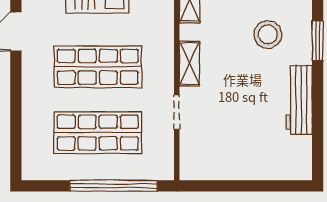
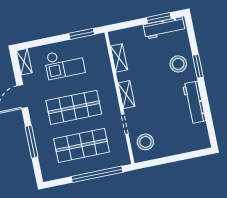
stool: (268, 34) -> (178, 64), moved
window: (16, 109) -> (32, 142), added
stool: (205, 149) -> (145, 142), added

